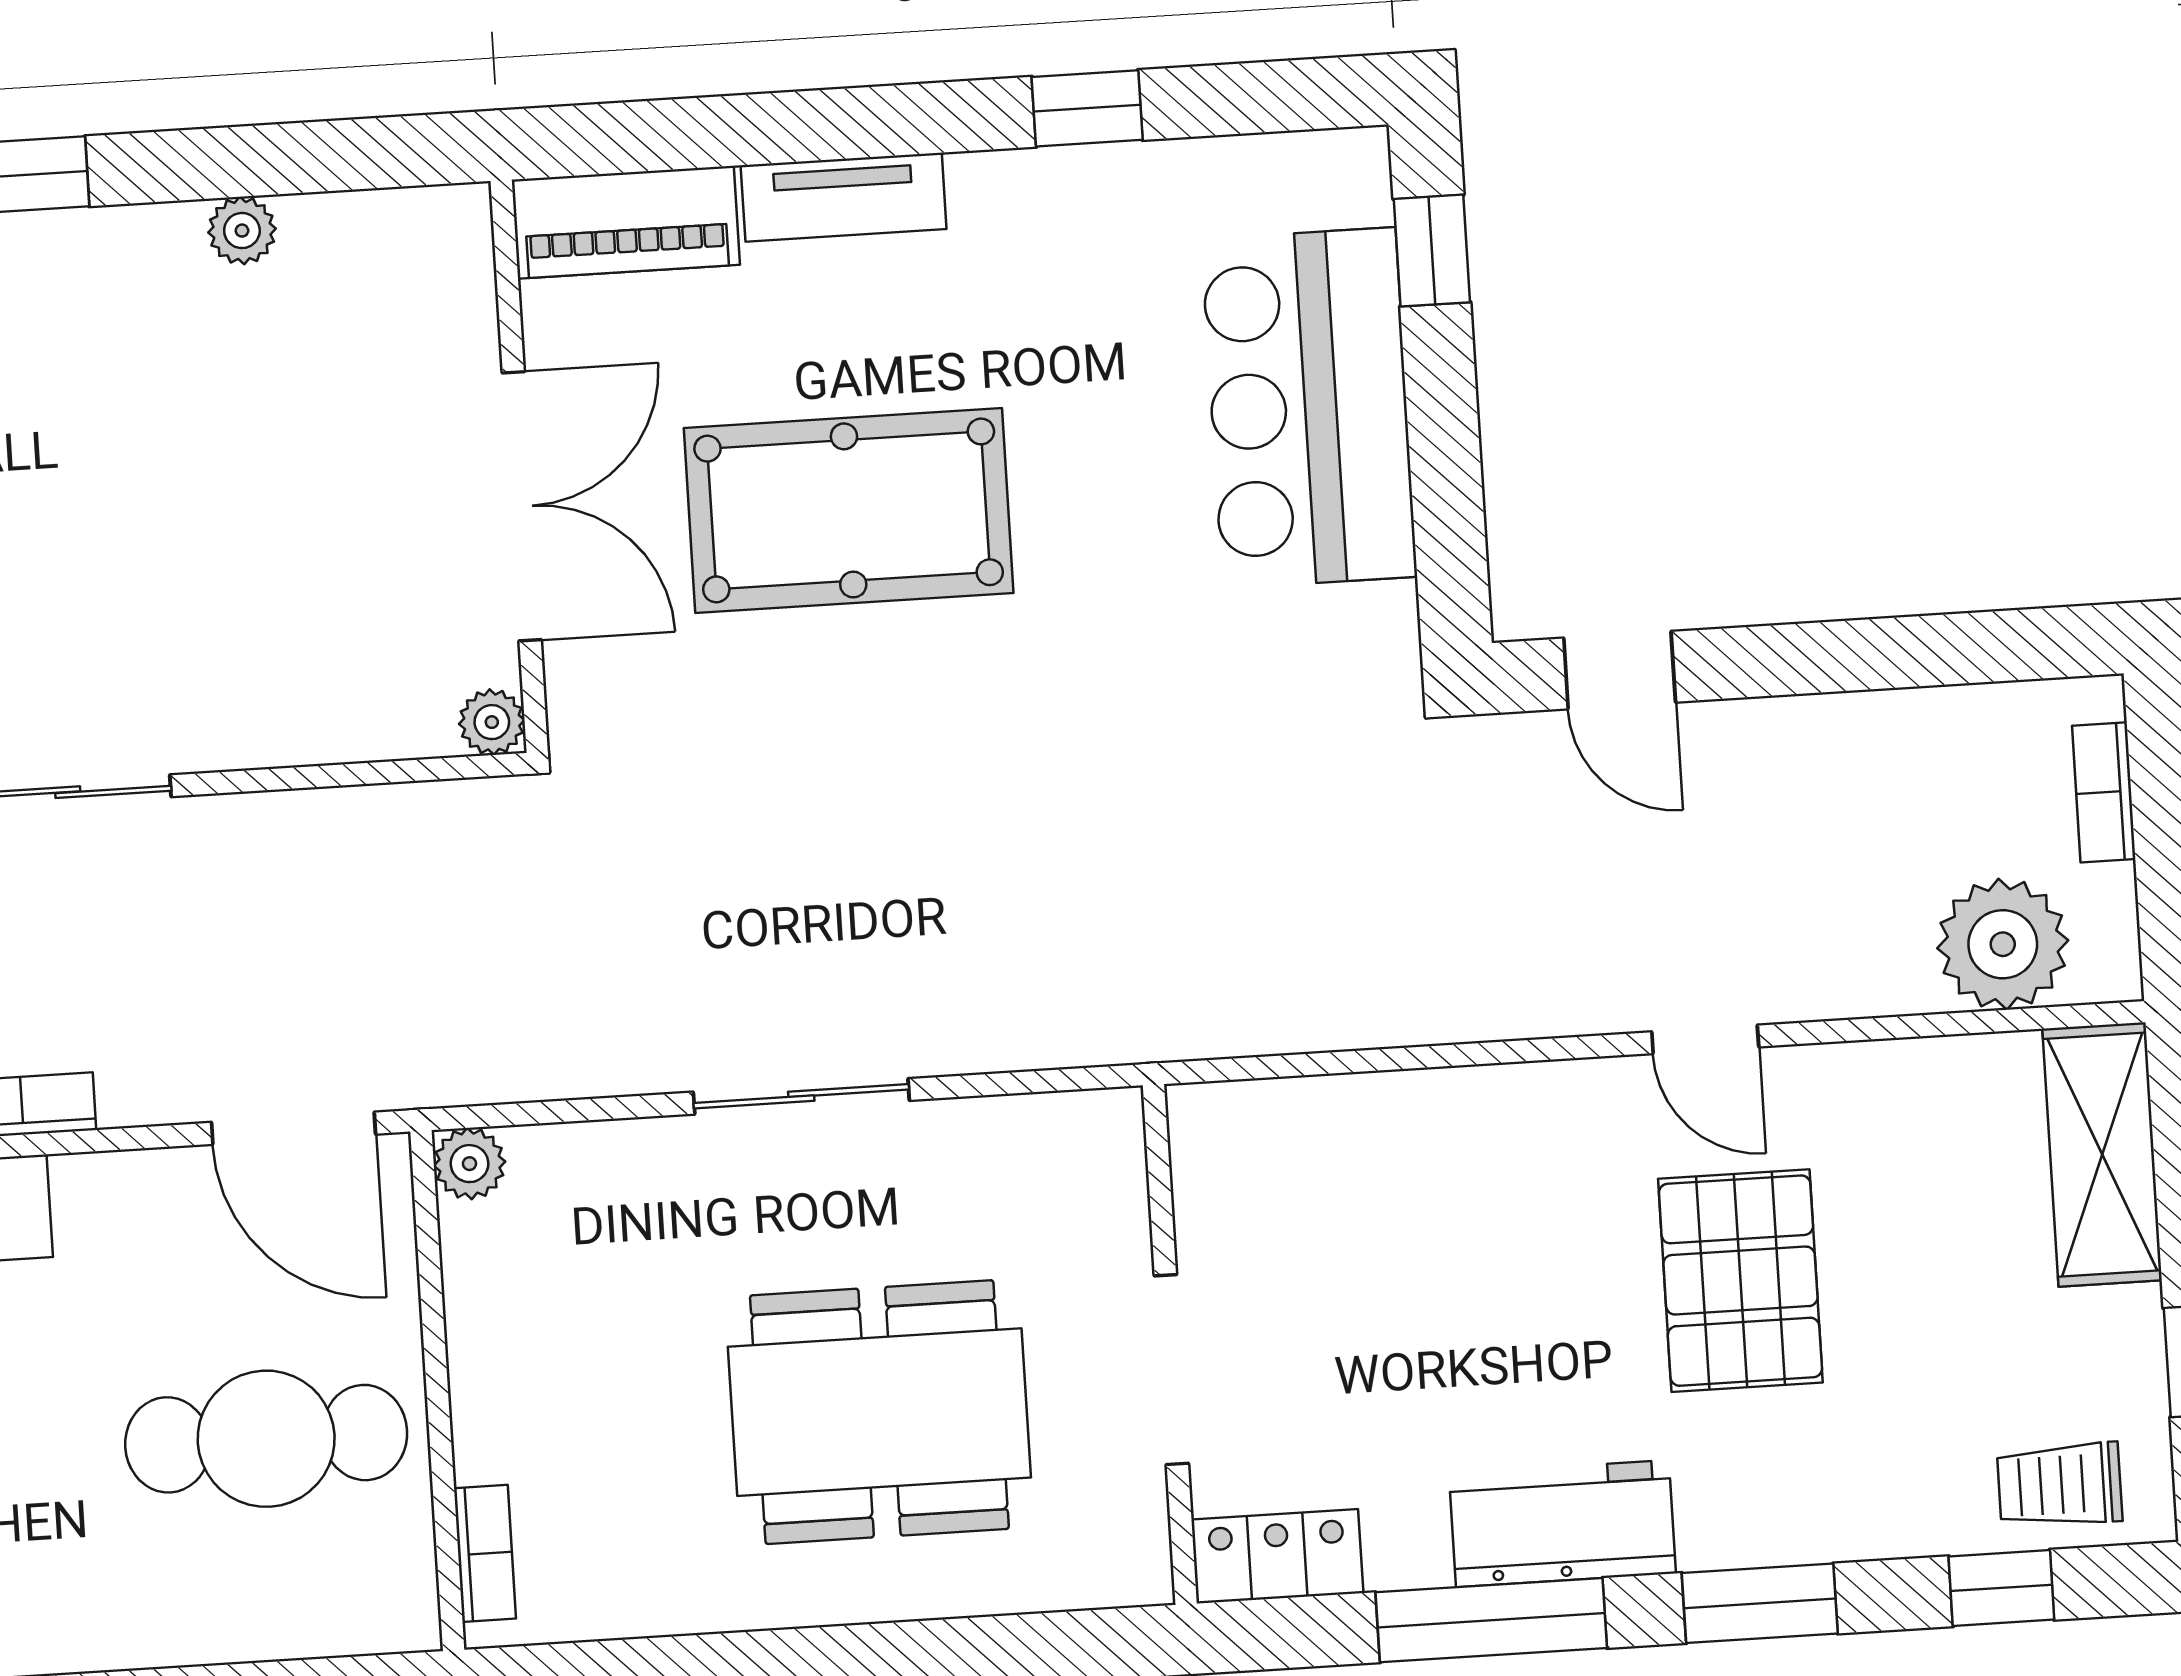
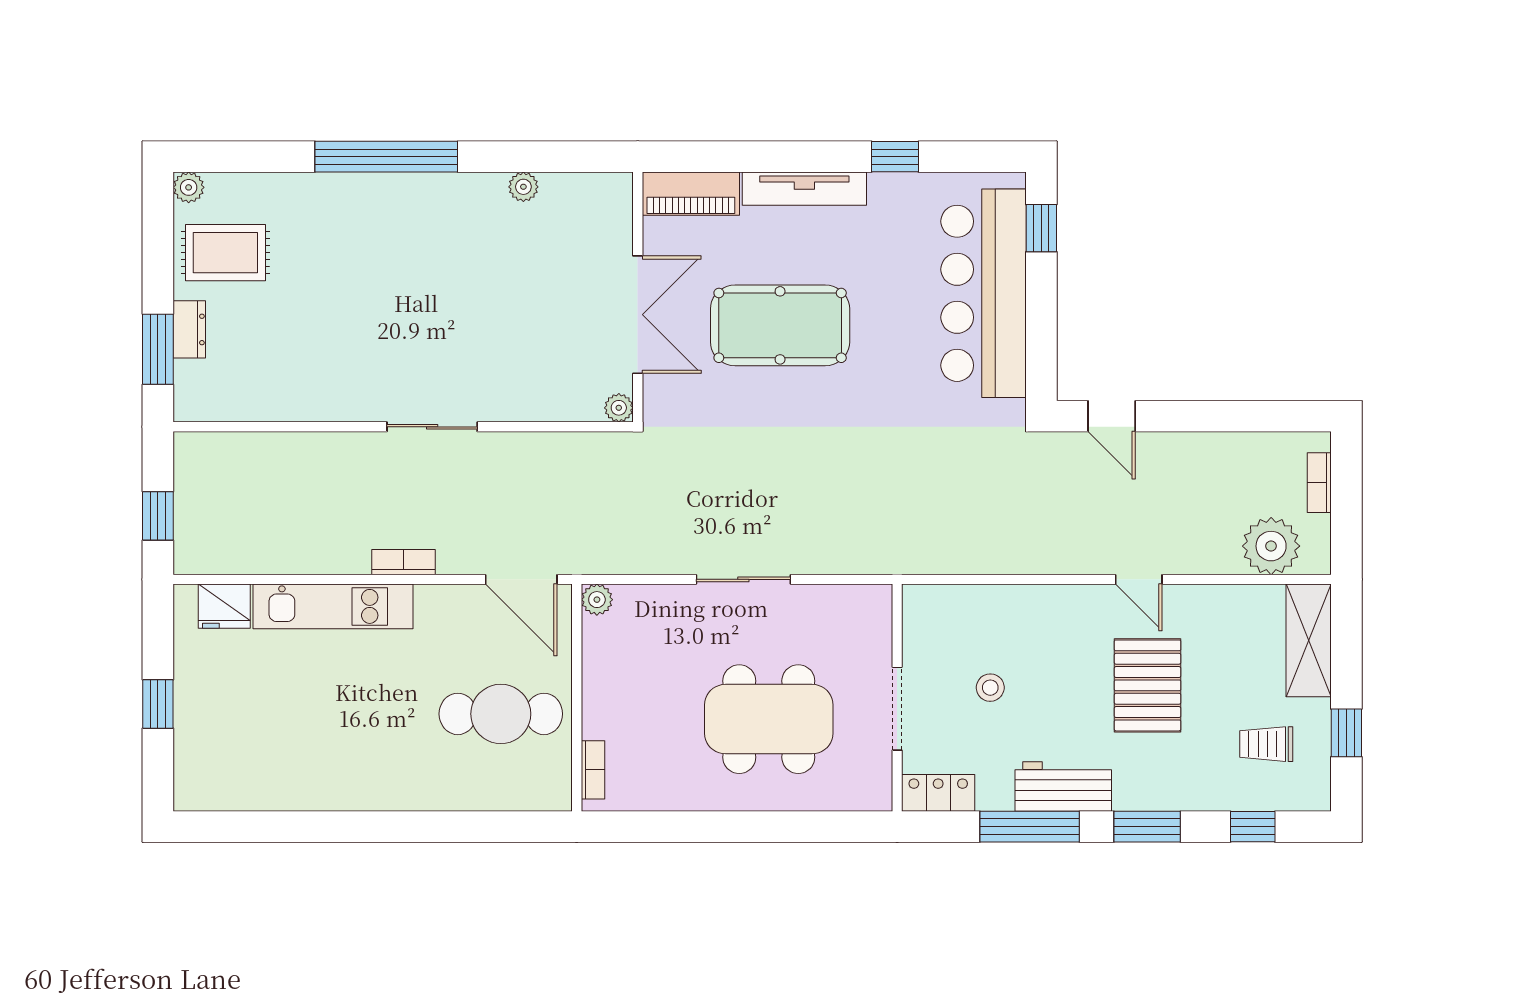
tv unit: (844, 197) -> (804, 189), width x1.41
bar counter: (1309, 408) -> (984, 293), width x1.36
stool: (1381, 1308) -> (990, 688), added
trolley: (2060, 1485) -> (1266, 744), moved

